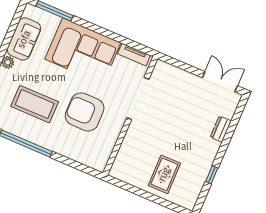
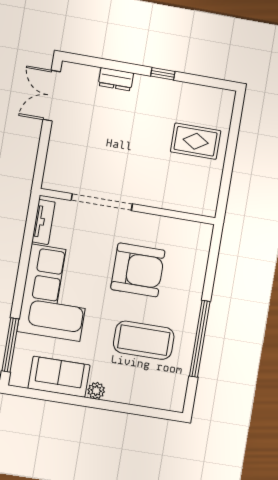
coffee table: (35, 104) -> (144, 340), turned 90
armchair: (85, 112) -> (138, 270), turned -90
window: (212, 175) -> (163, 74), moved

